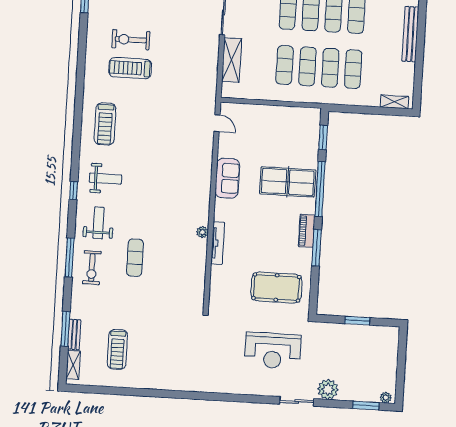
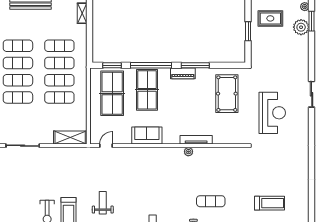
shelving: (232, 60) -> (70, 137), moved
weight bench: (141, 114) -> (103, 203), added
table tennis table: (286, 135) -> (112, 93), added
treadmill: (117, 349) -> (270, 203), moved
reception desk: (273, 351) -> (272, 113), moved
rug: (373, 351) -> (270, 18), added
plant: (328, 389) -> (301, 27), moved
sliding door: (297, 401) -> (312, 94), moved

